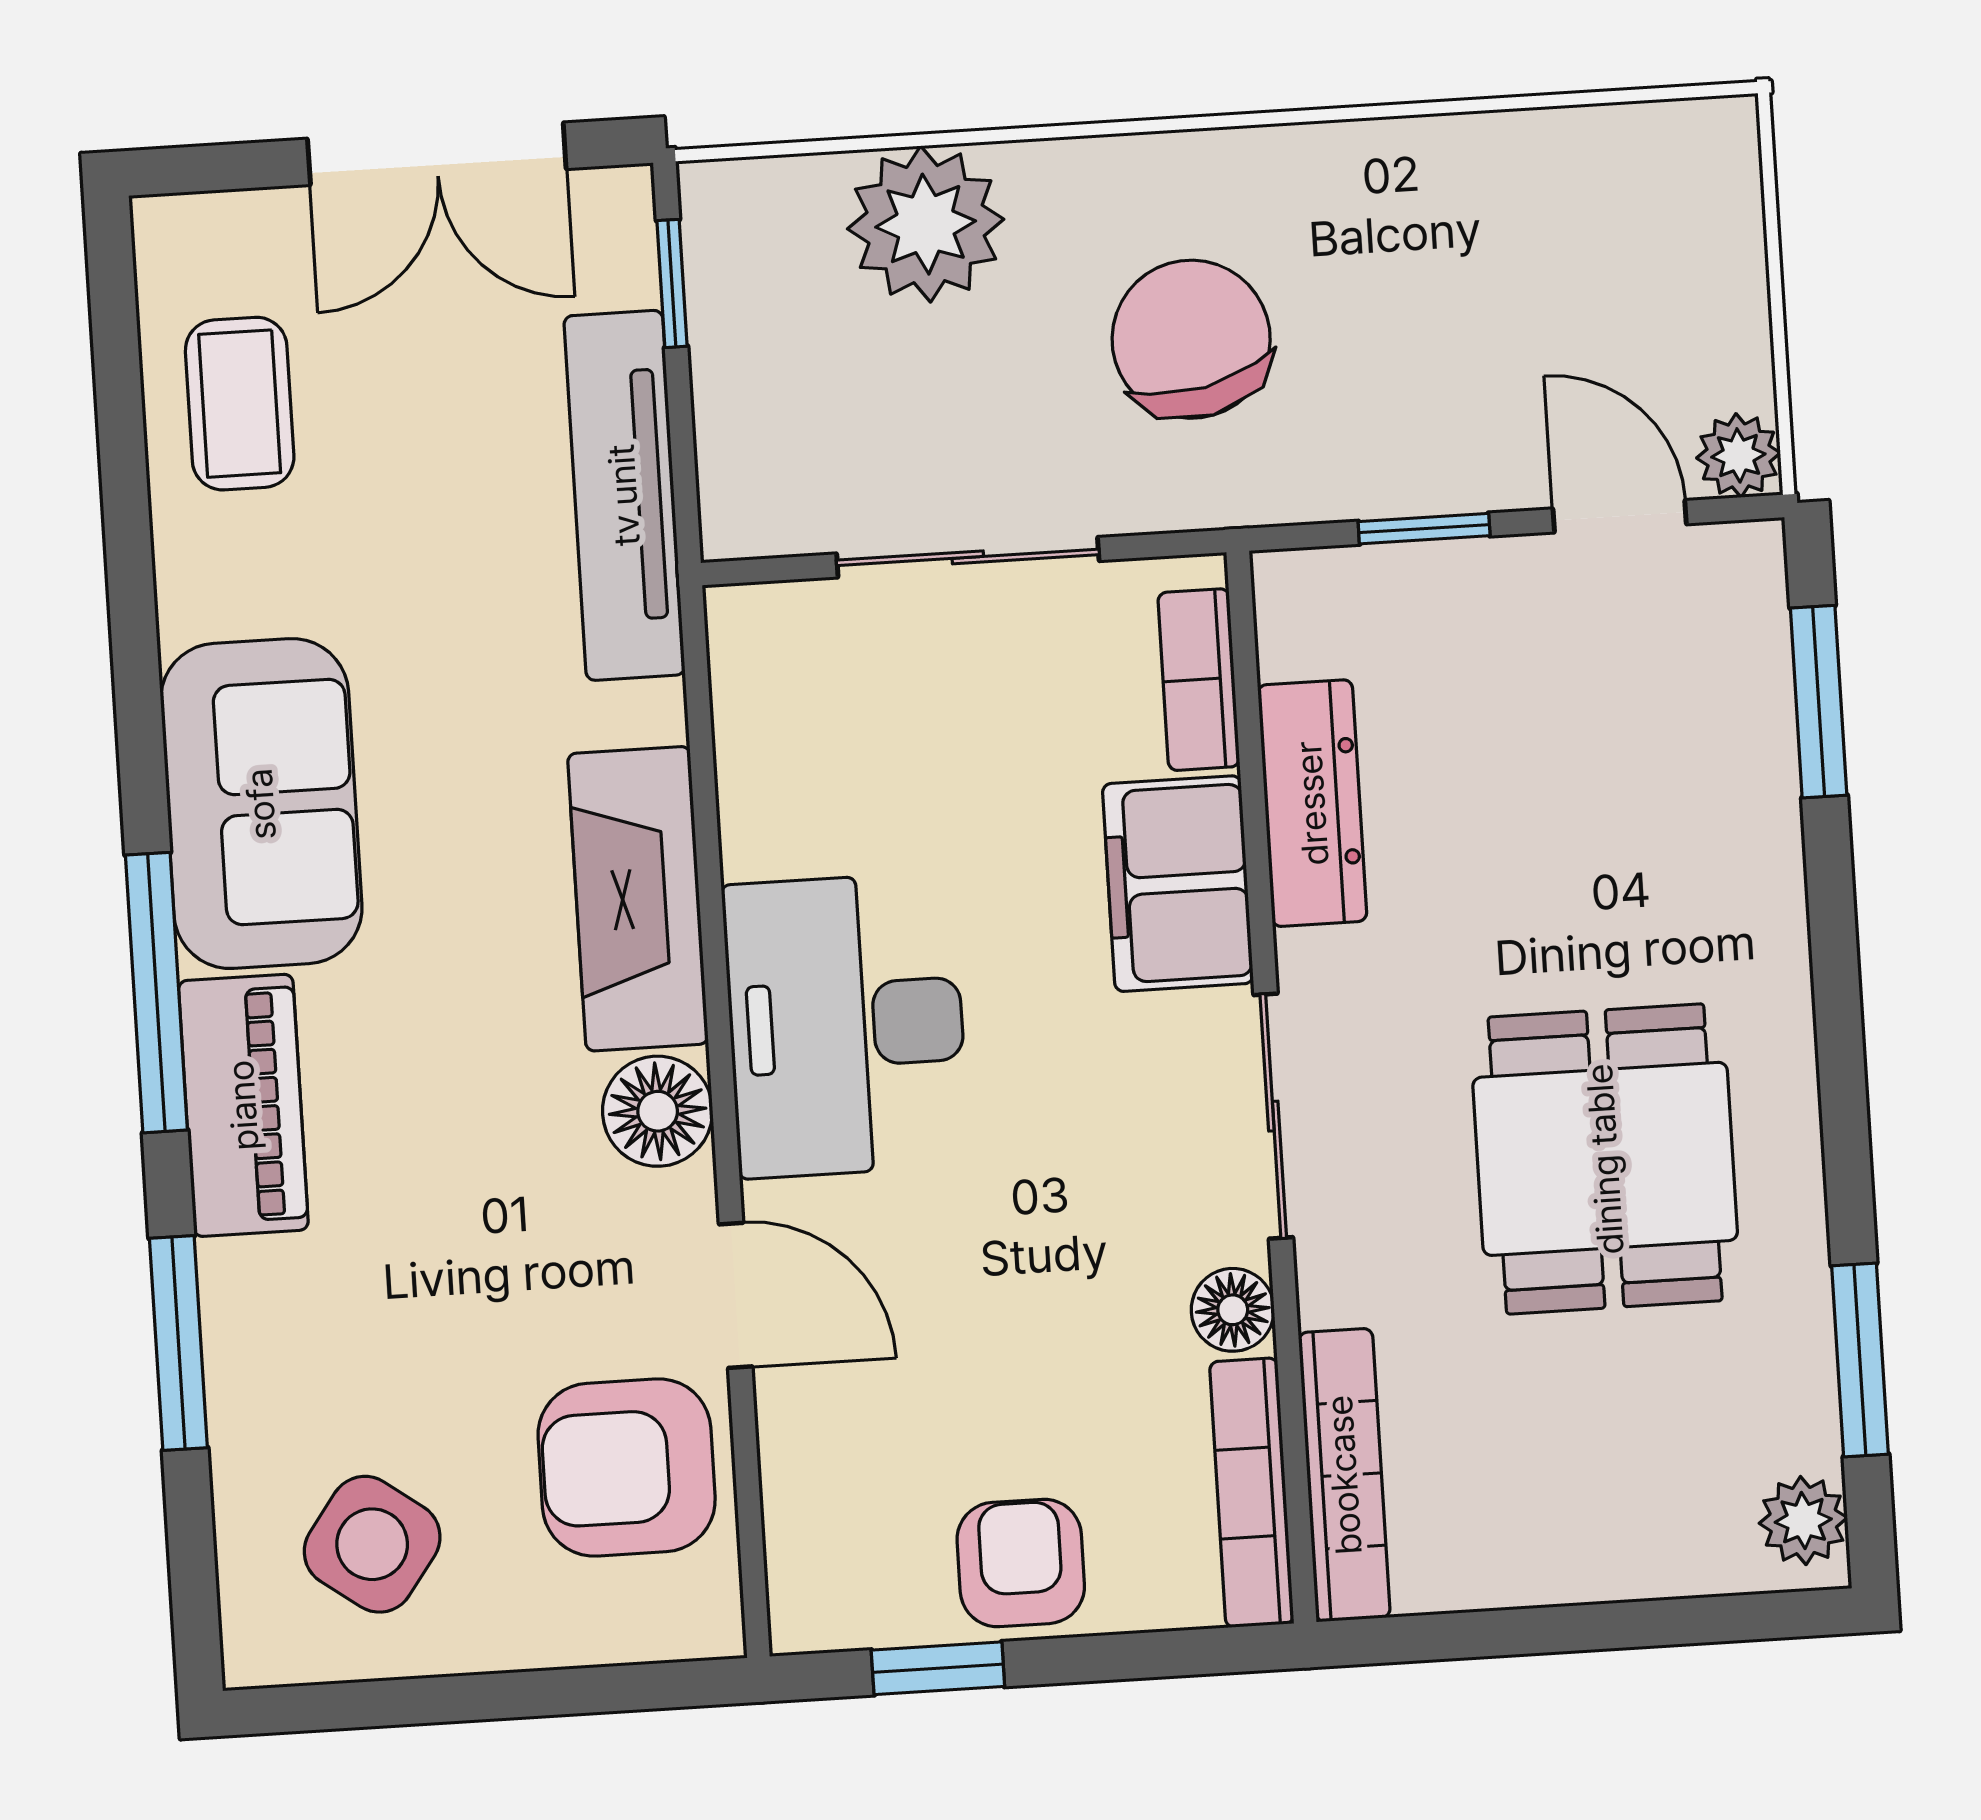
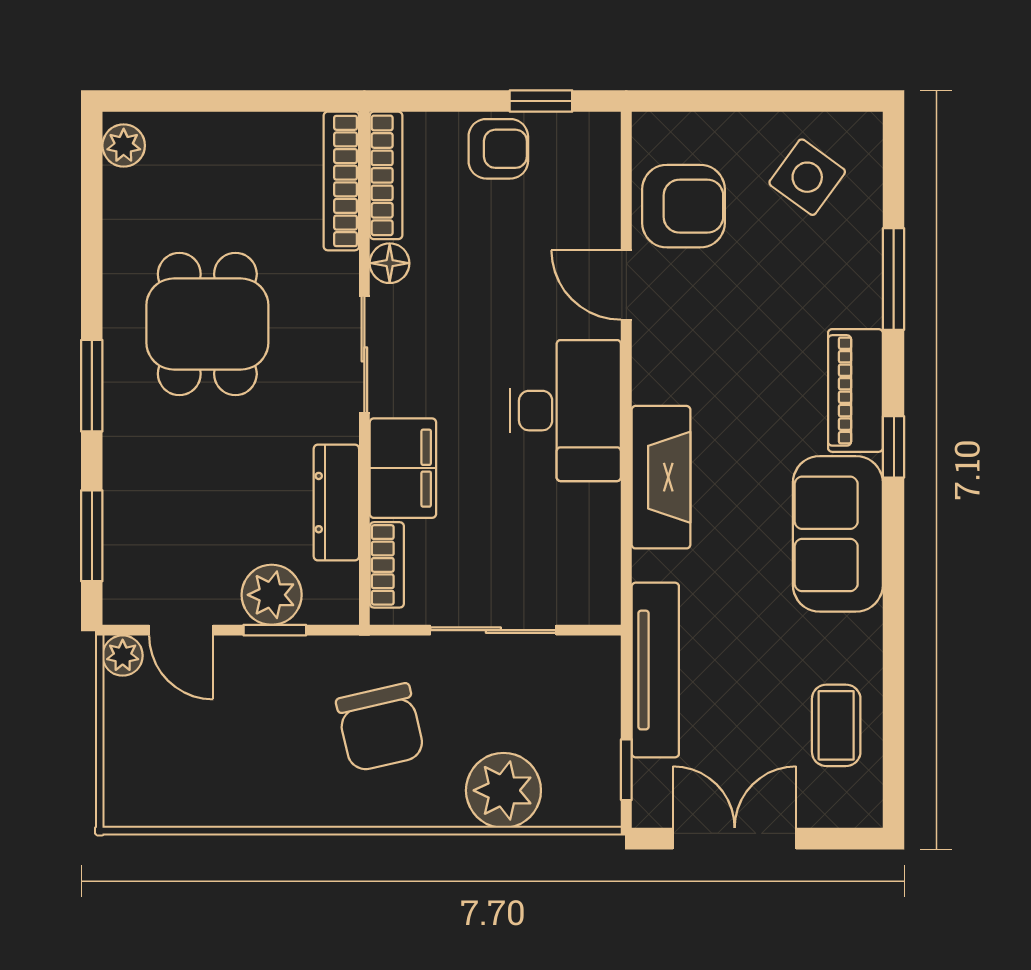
plant: (1435, 602) -> (272, 595), added
window: (156, 993) -> (894, 447), width x0.46
floor lamp: (658, 1111) -> (658, 375), removed
window: (1860, 1360) -> (92, 386), moved
armchair: (1021, 1563) -> (498, 149), turned -90

